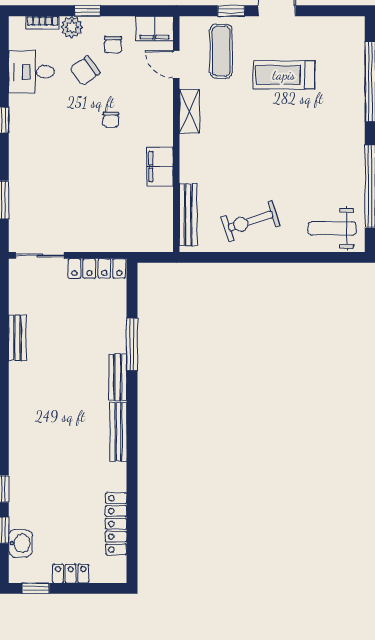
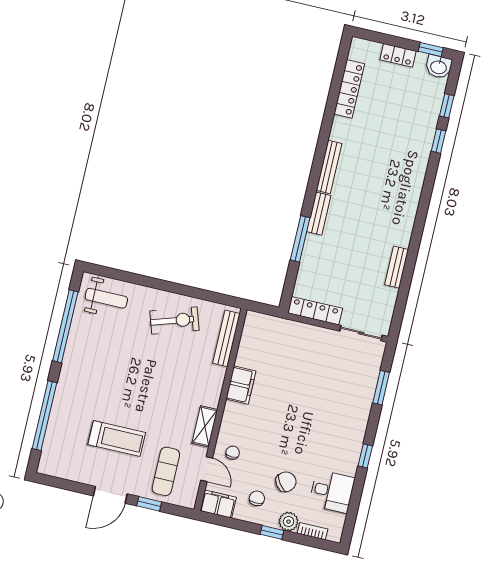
chair: (111, 120) -> (233, 453), moved
washbasin: (20, 543) -> (439, 67), moved, turned -90

